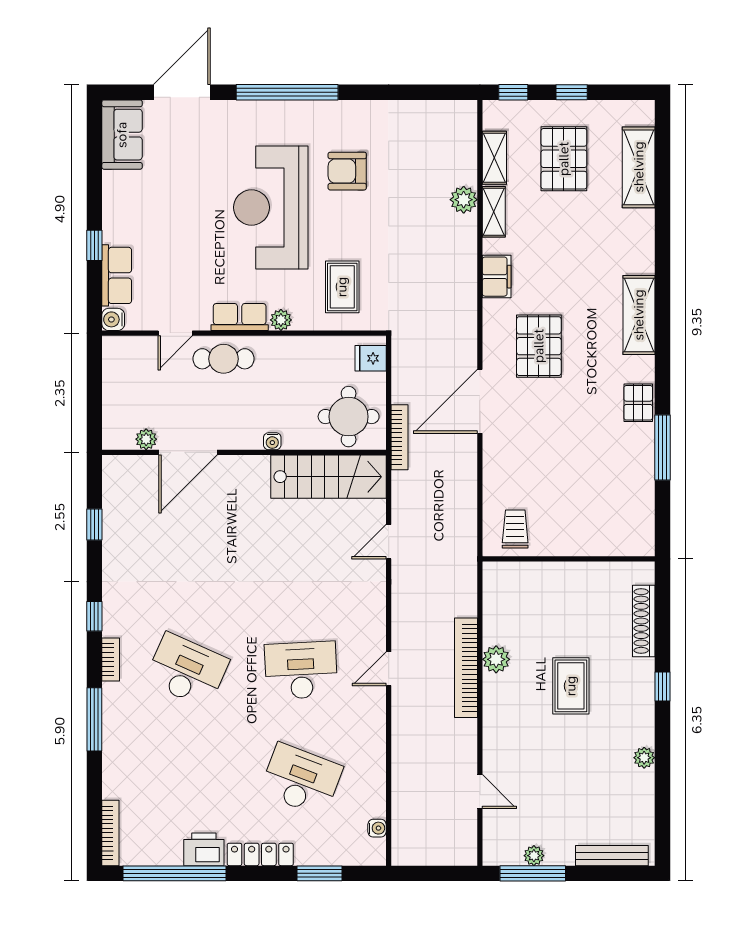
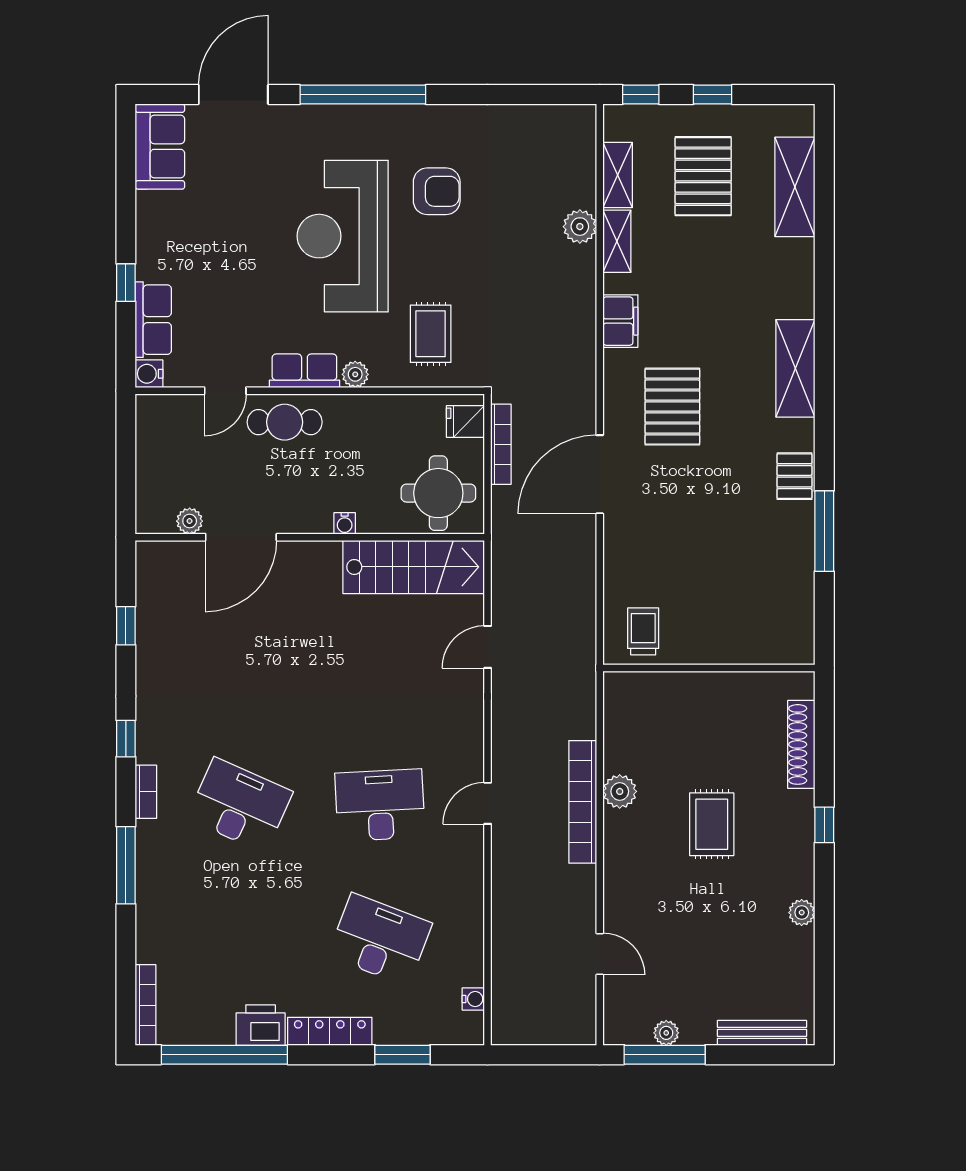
armchair: (347, 171) -> (437, 191), turned 180
bookcase: (399, 437) -> (501, 444), moved

